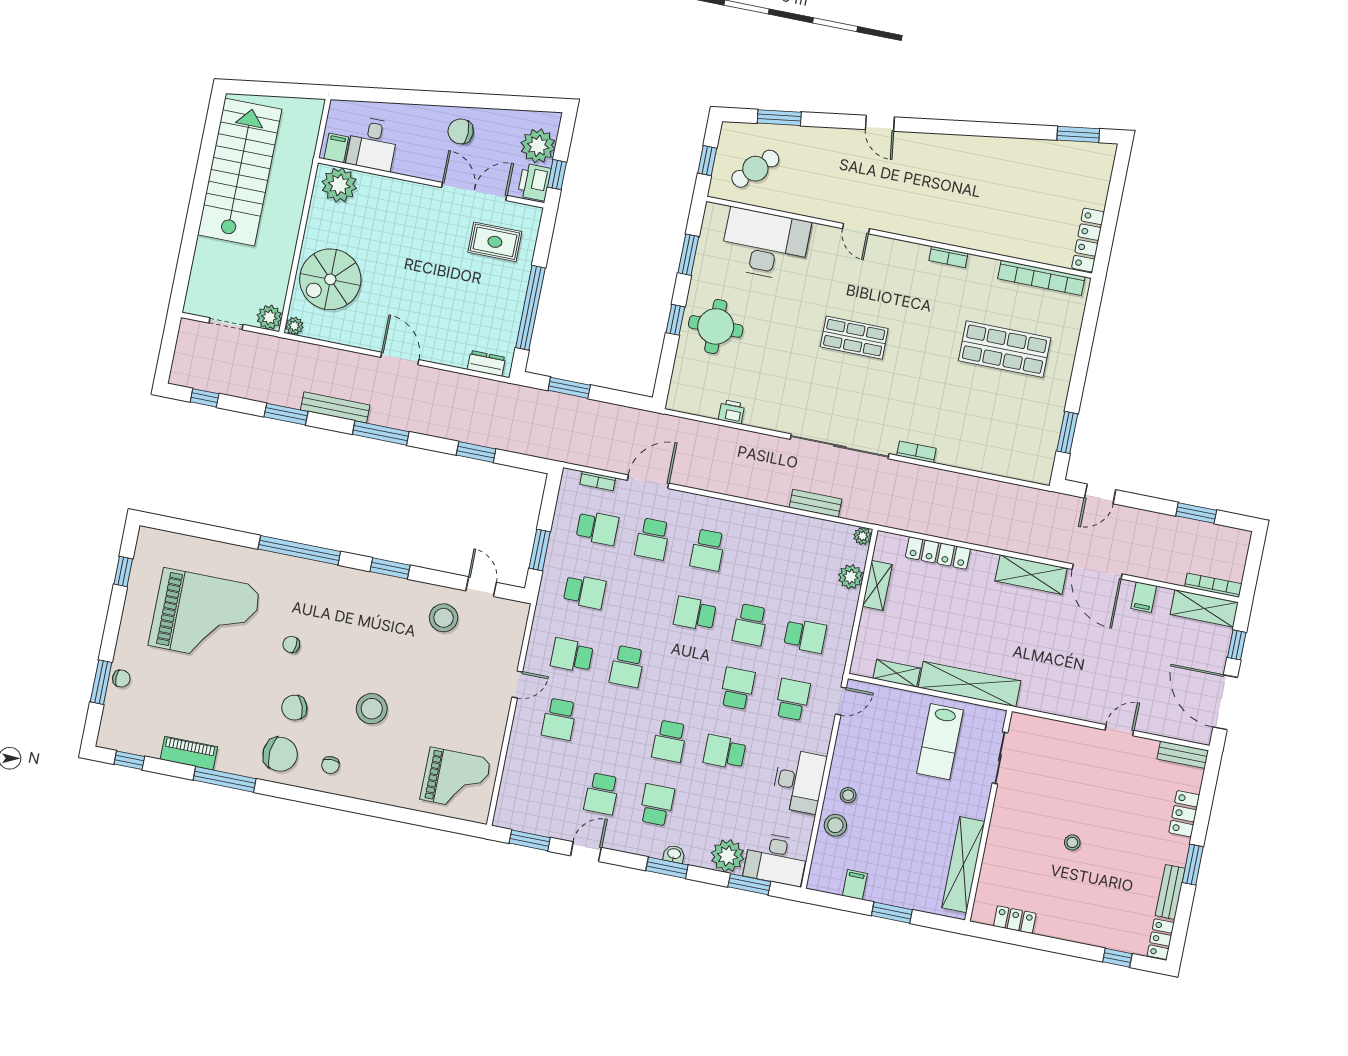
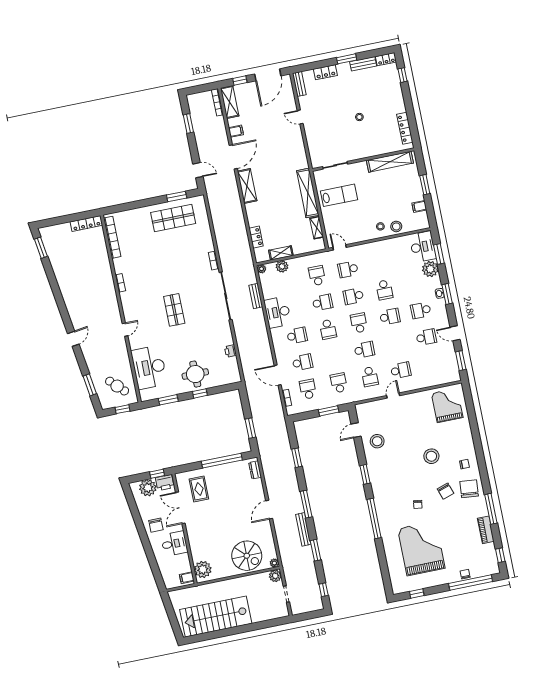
desk: (372, 144) -> (174, 544), moved
shop shelf: (1005, 349) -> (173, 218), moved, turned 90
locker: (938, 553) -> (256, 237), width x0.66
school desk: (682, 677) -> (359, 323), added
window: (101, 682) -> (471, 583), width x2.11
door: (517, 684) -> (393, 396), hinge flipped
desk: (799, 781) -> (278, 312), moved, turned -90
locker: (1015, 920) -> (405, 128), width x1.53

